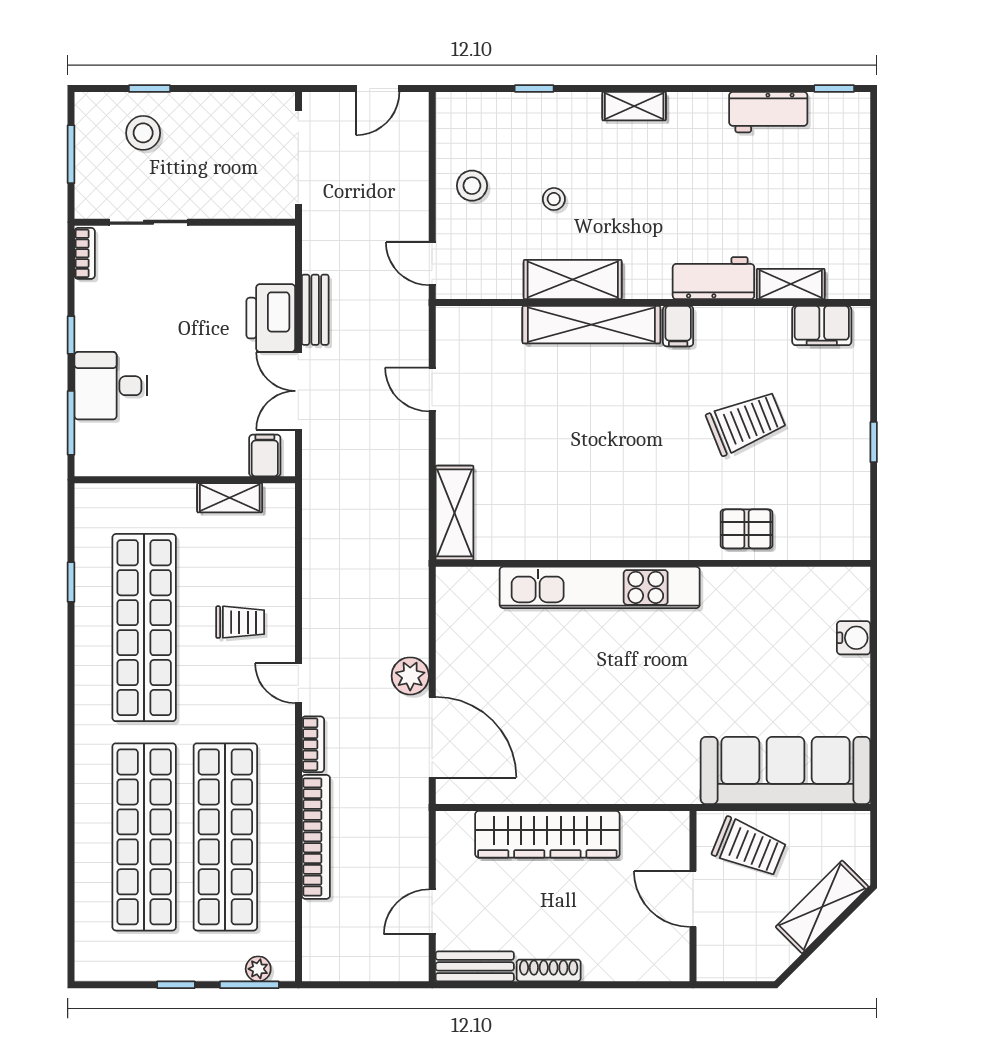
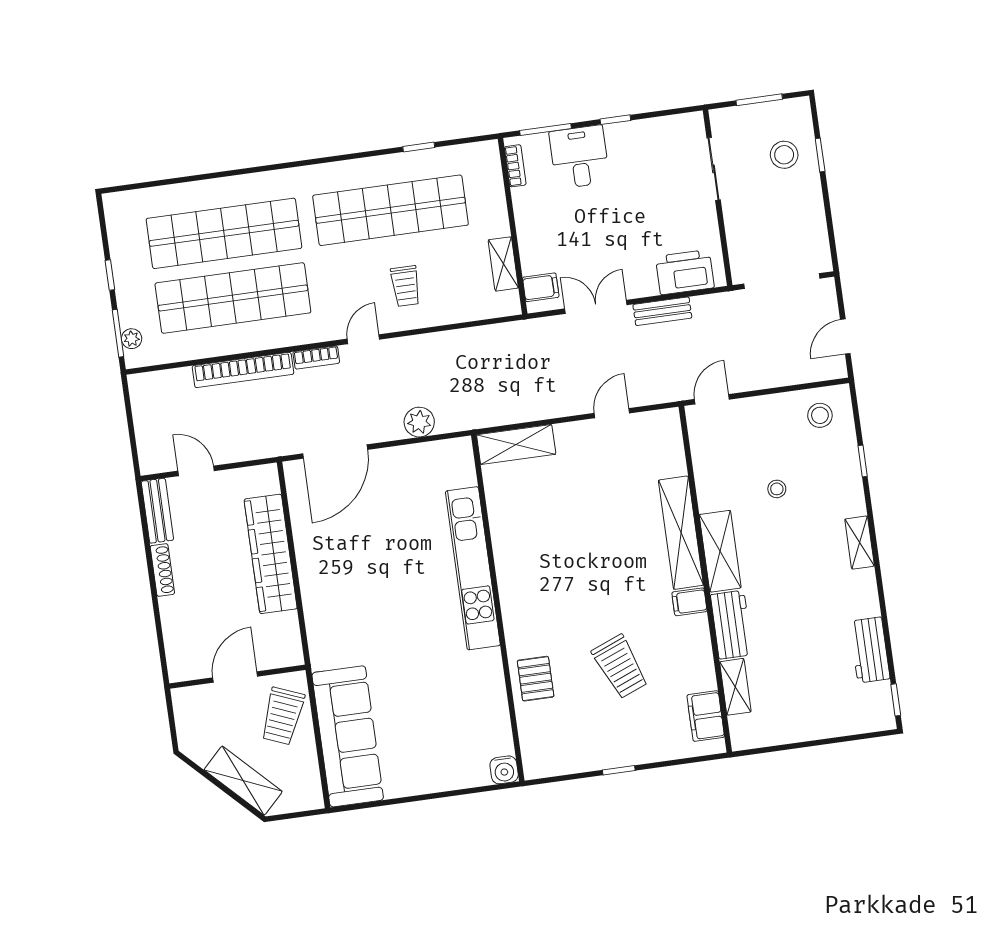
door: (378, 89) -> (845, 337), hinge flipped
stool: (472, 186) -> (820, 415), moved
bookcase: (85, 253) -> (515, 166), moved, turned -90
shelving: (573, 280) -> (720, 551), moved
printer: (271, 318) -> (685, 272), moved
water cooler: (854, 638) -> (504, 770), moved
plant: (410, 676) -> (419, 422), moved

